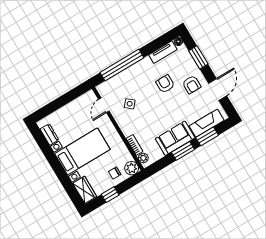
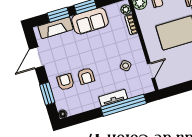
tv unit: (163, 52) -> (113, 98), moved
armchair: (192, 85) -> (65, 82), moved

